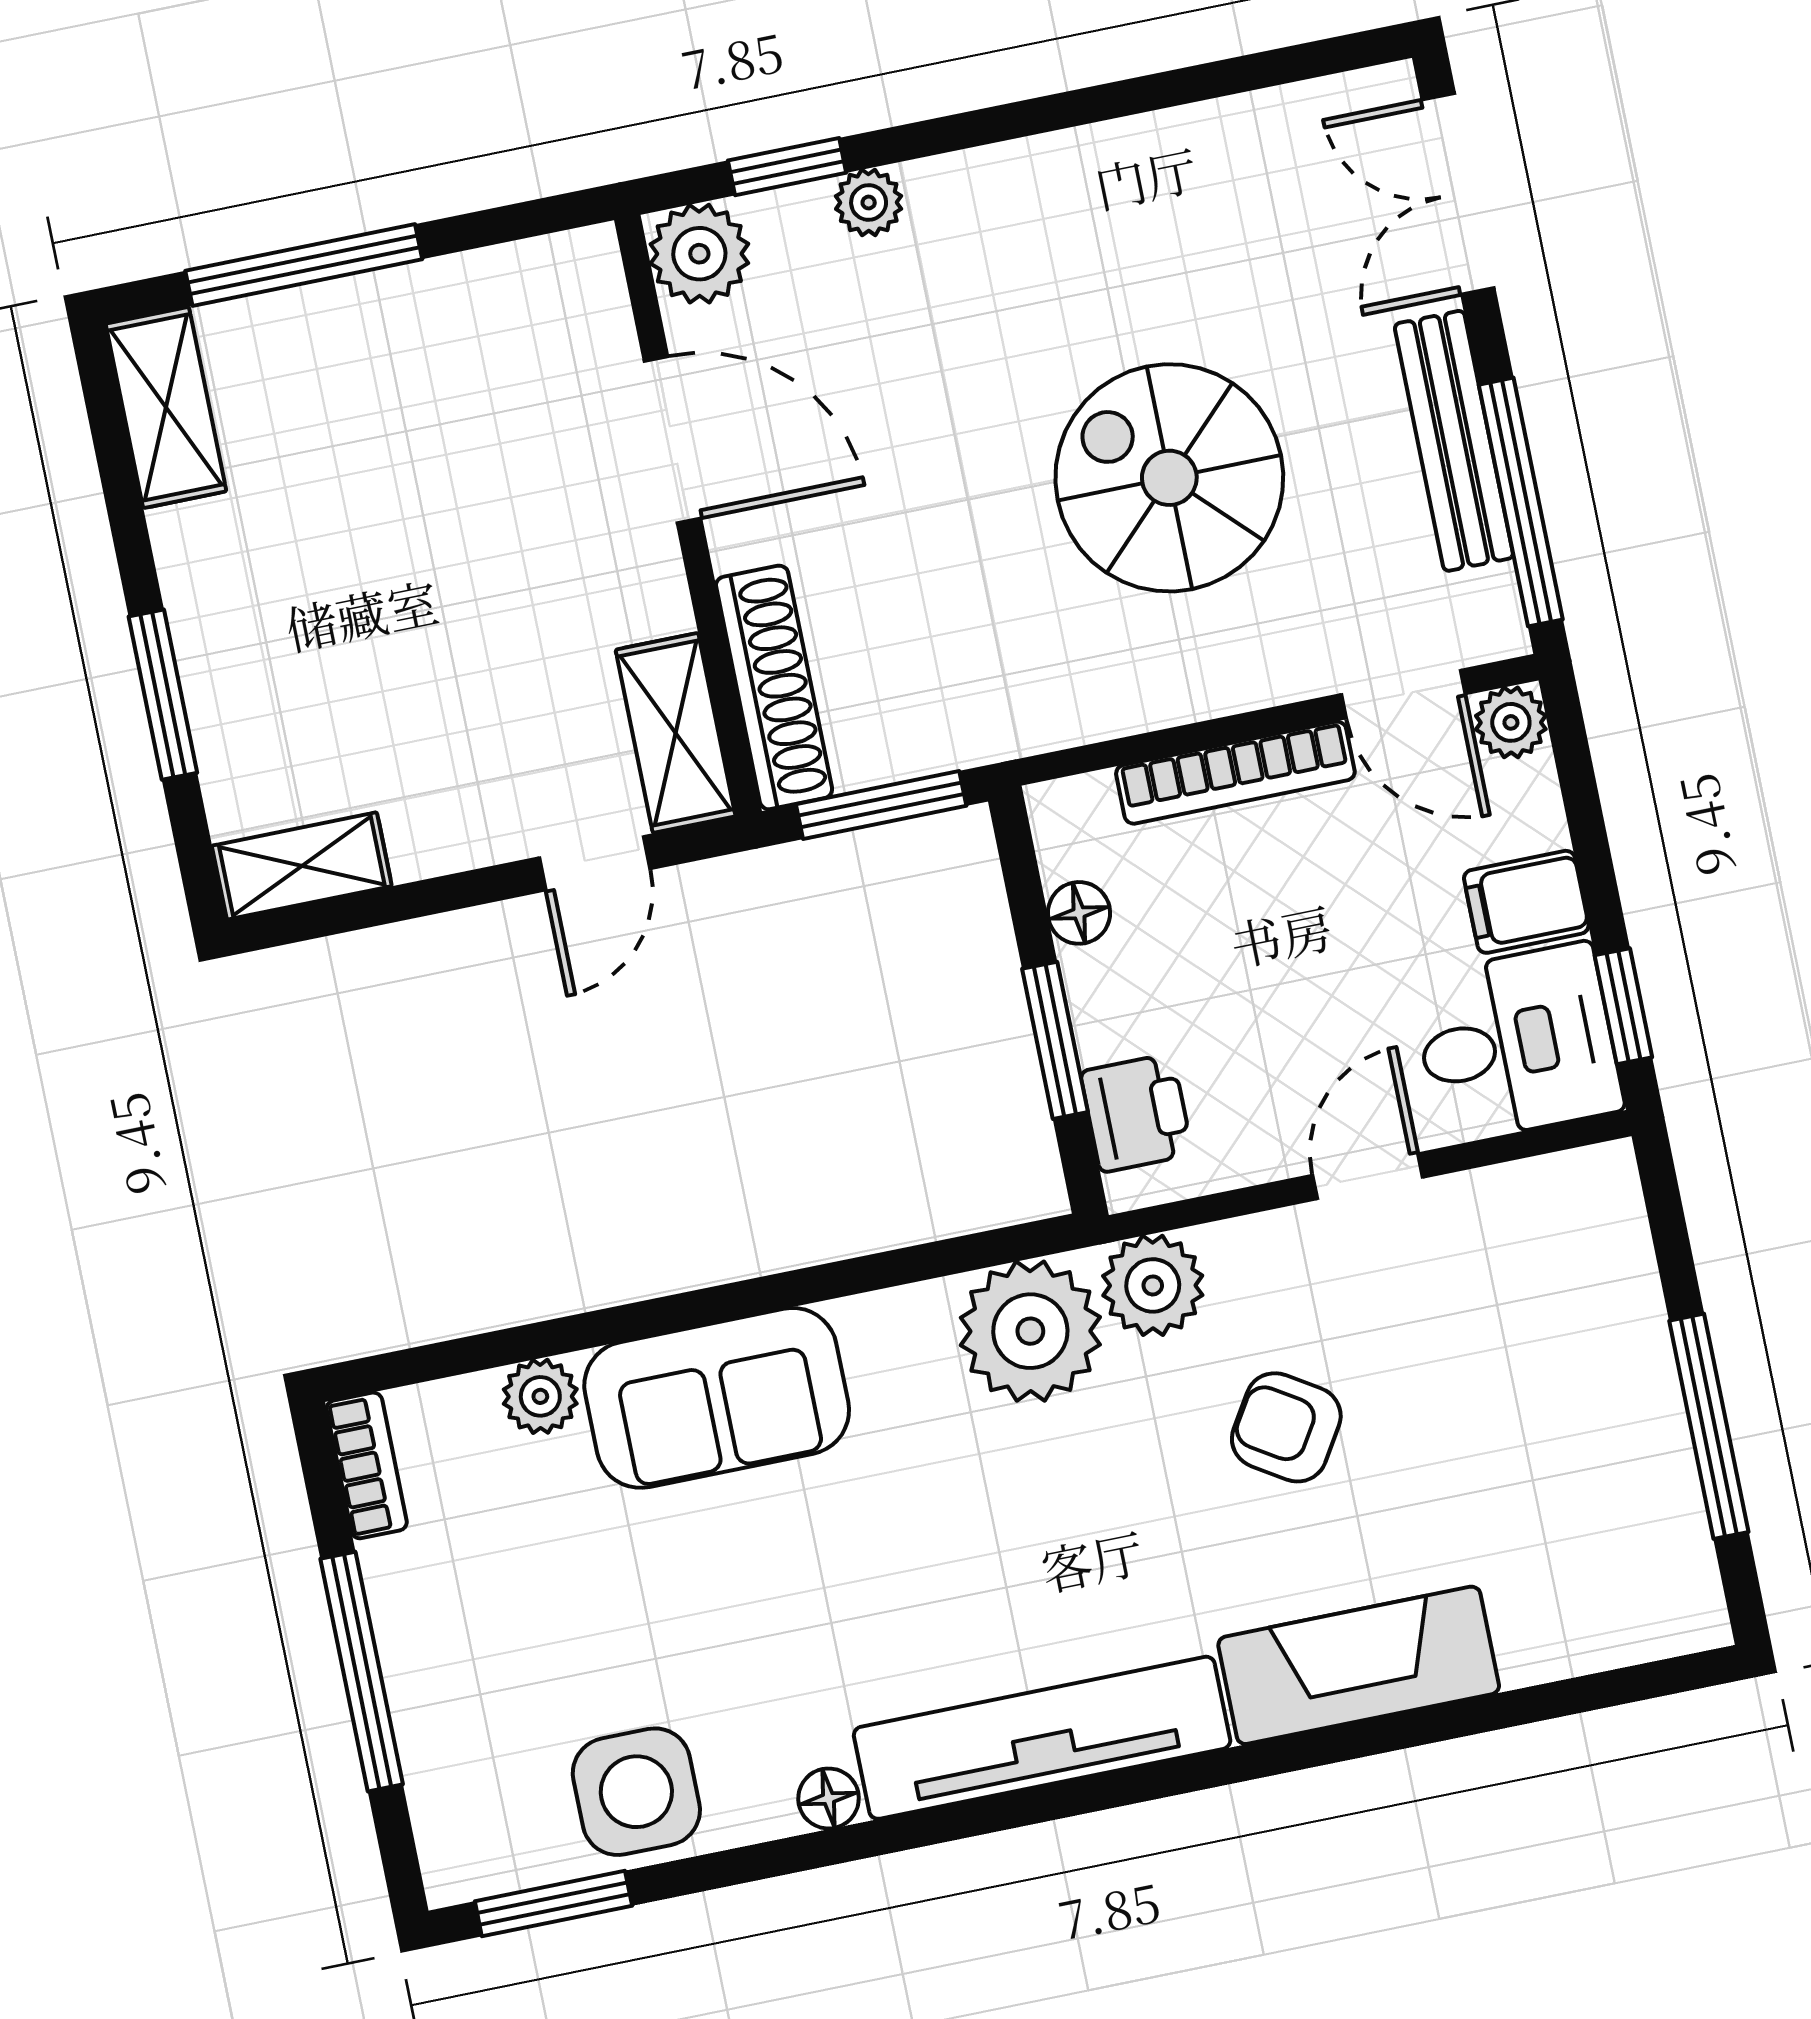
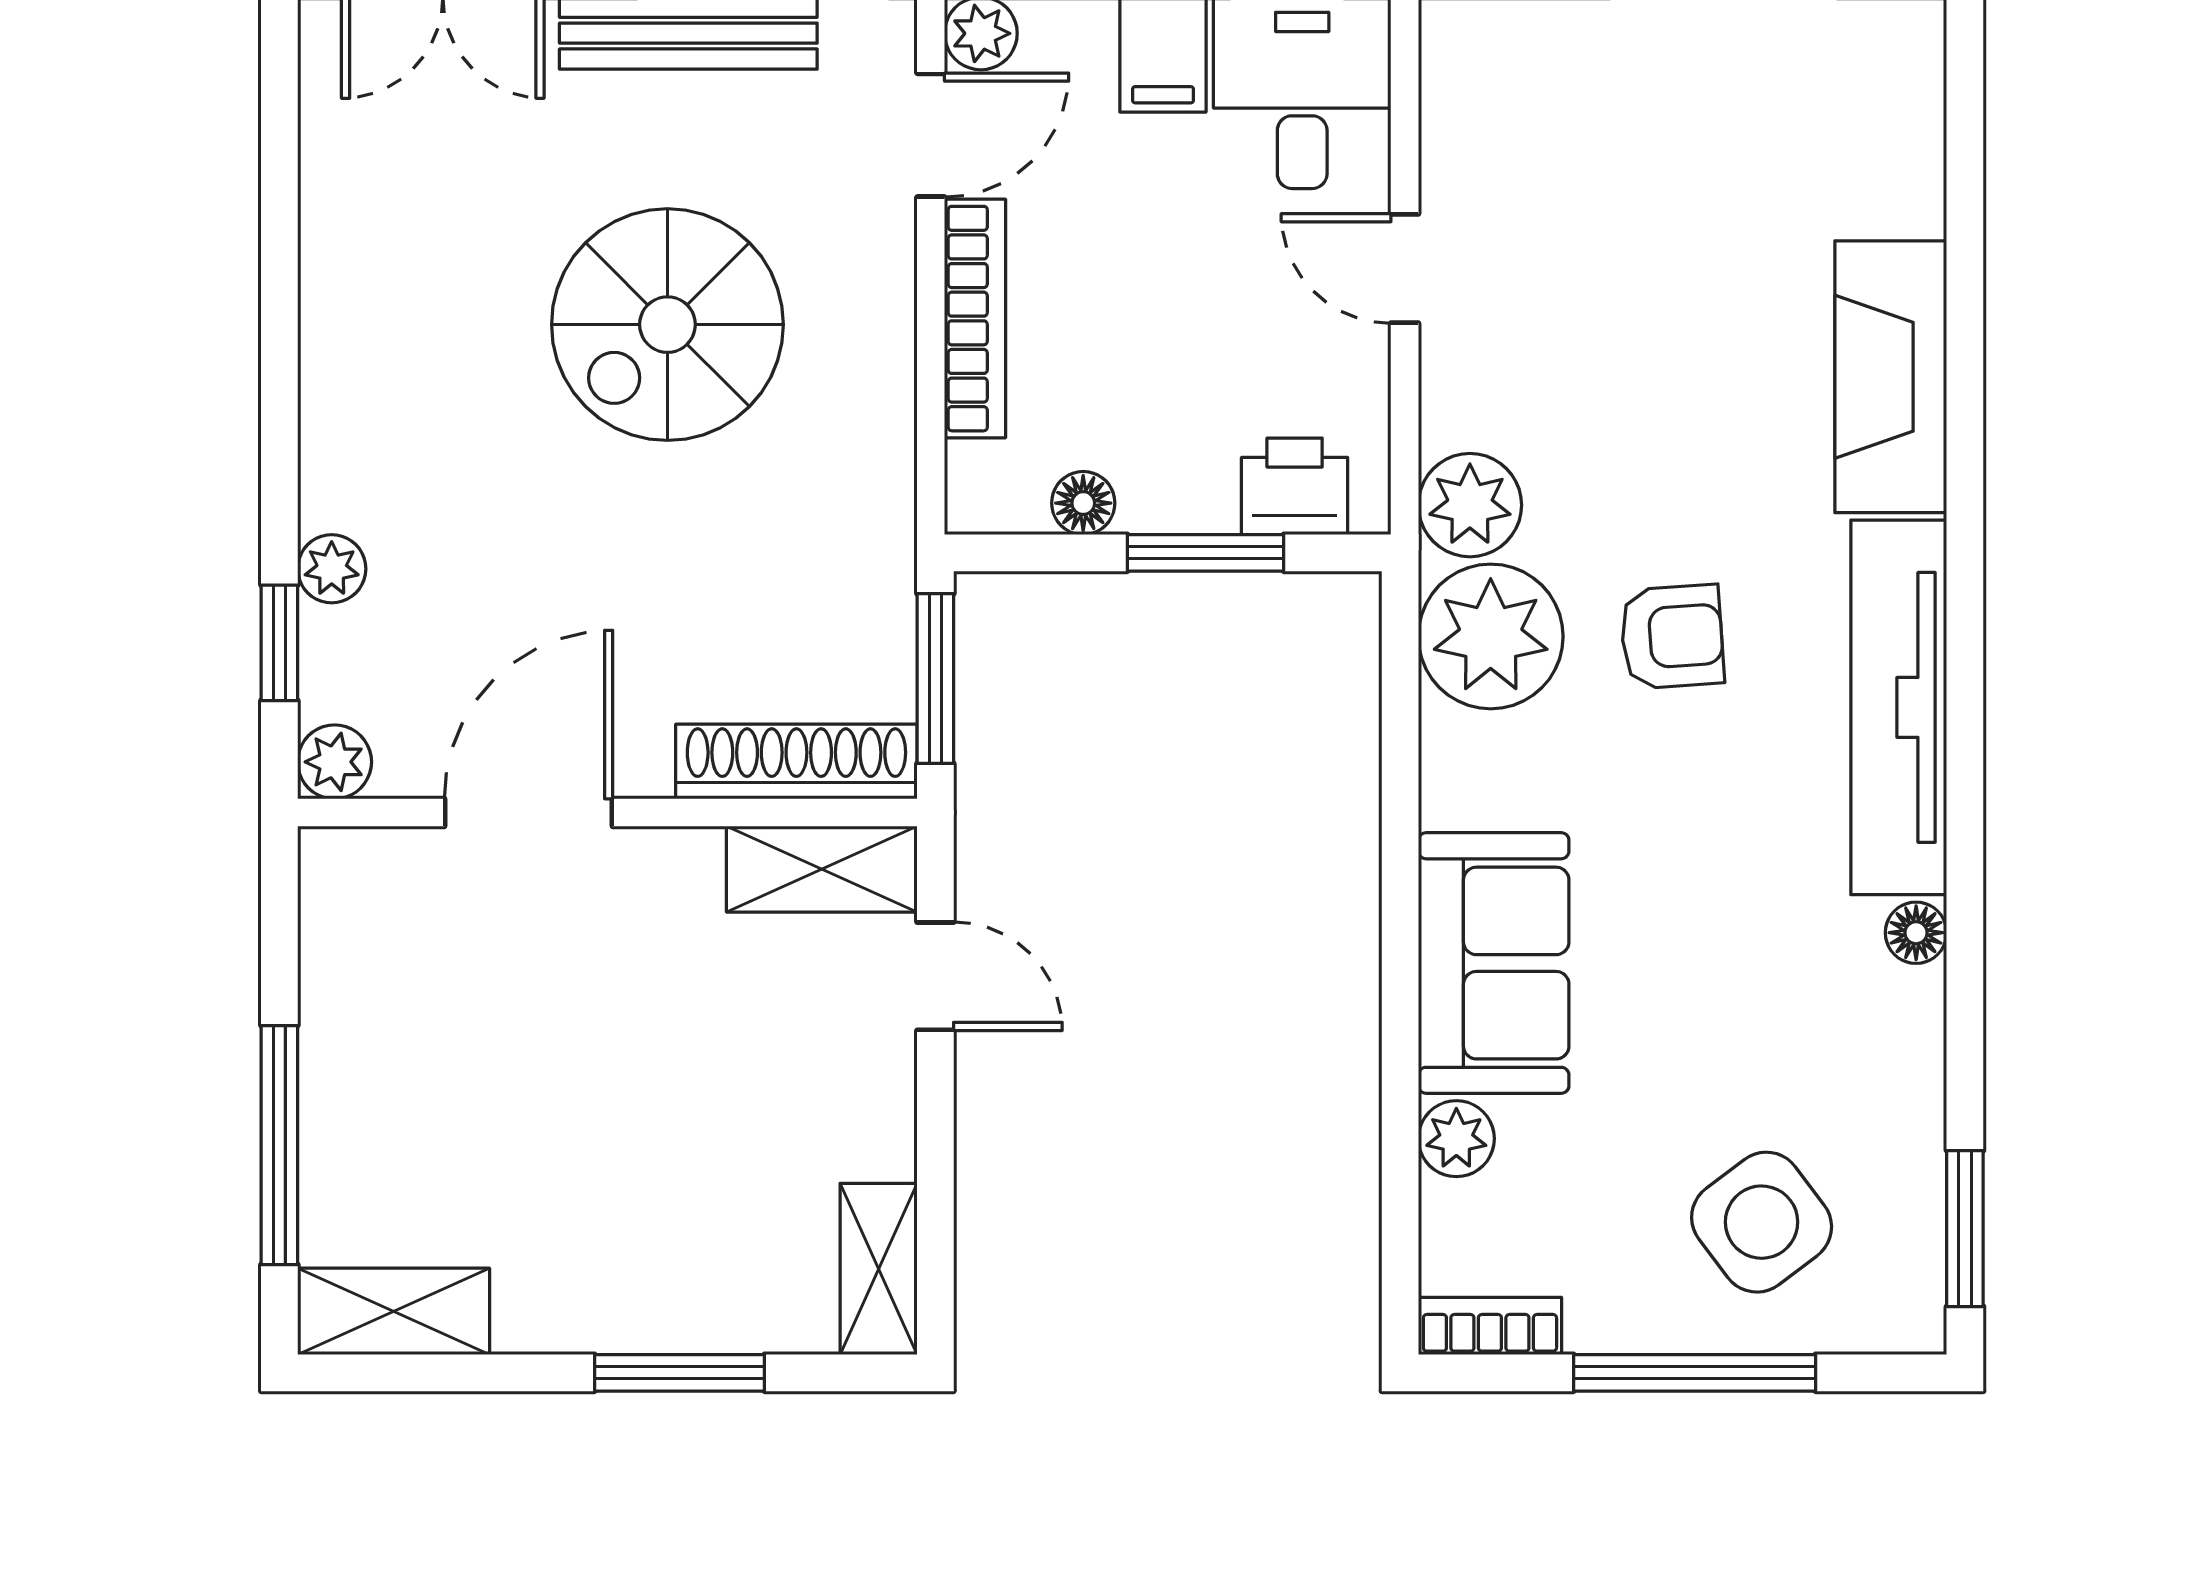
plant: (699, 254) -> (335, 762), width x0.73, depth x0.73
armchair: (1286, 1427) -> (1672, 637), moved, turned -126
side table: (636, 1792) -> (1762, 1222), moved, turned -37

